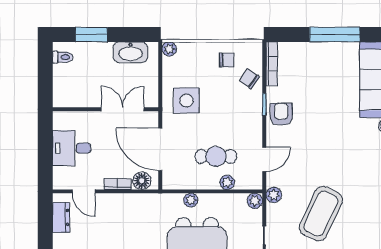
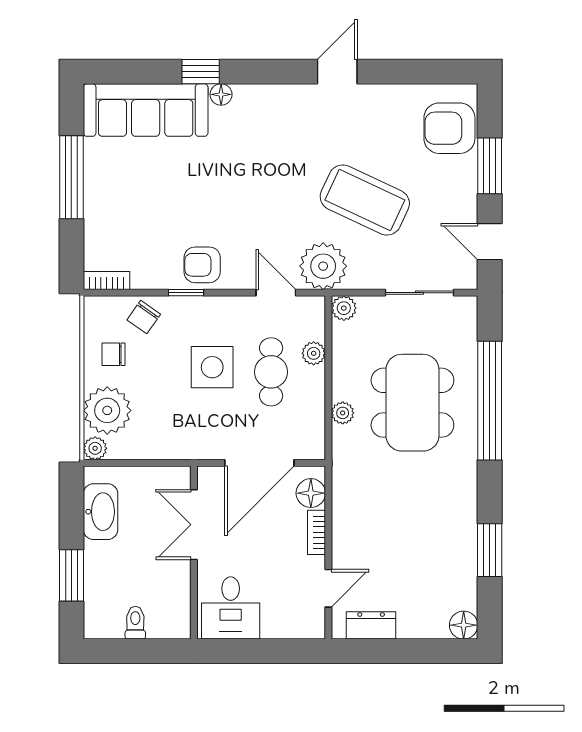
plant: (192, 56) -> (107, 410), added
toilet: (63, 57) -> (135, 623), moved
chair: (227, 60) -> (113, 354), turned -90
bookcase: (272, 64) -> (107, 280), width x0.64
side table: (186, 101) -> (212, 367), moved
desk: (72, 148) -> (231, 608), moved
plant: (274, 195) -> (323, 266), width x1.88, depth x1.88

